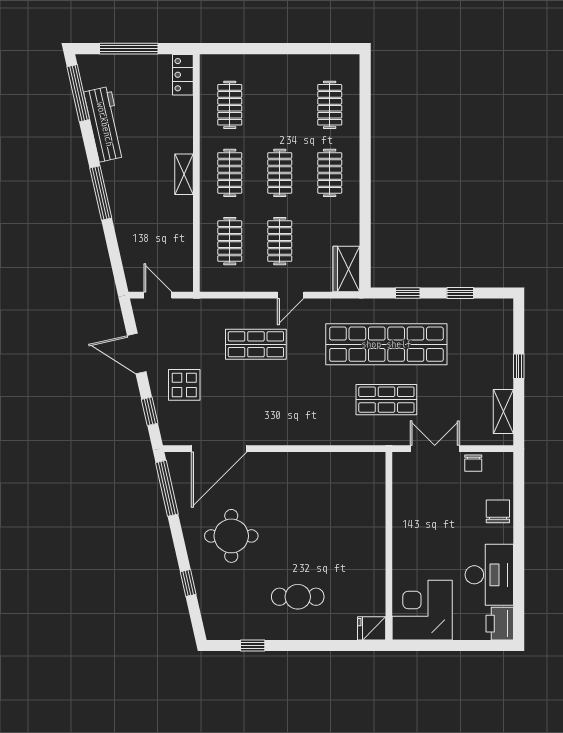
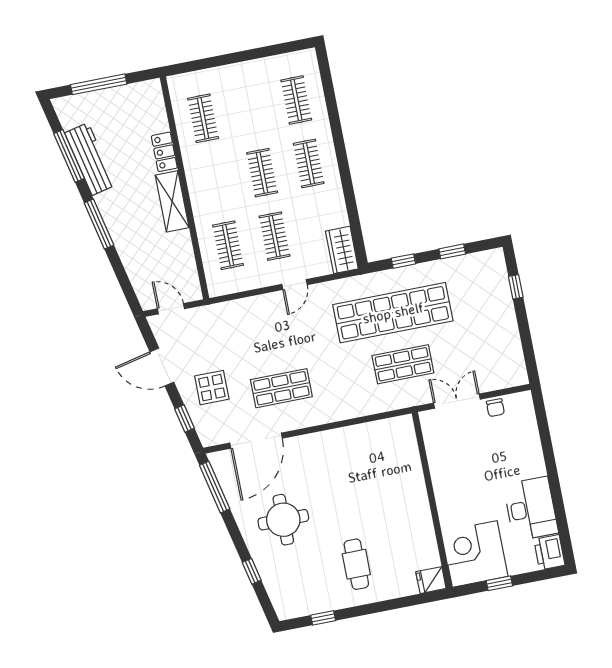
locker: (183, 75) -> (164, 152), moved
window: (78, 93) -> (69, 156), moved
clothes rail: (230, 173) -> (216, 182), removed
shelving: (184, 174) -> (172, 201), width x1.50, depth x1.33
shop shelf: (256, 344) -> (281, 388), moved
window: (519, 366) -> (516, 287), moved
shelving: (503, 412) -> (514, 354), removed
chair: (498, 511) -> (527, 448), removed
cafe table: (298, 597) -> (356, 564), turned 90
window: (442, 645) -> (499, 583), added

